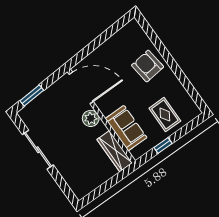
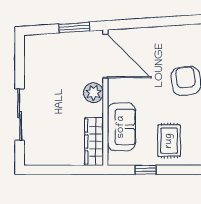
window: (32, 96) -> (74, 27), moved
sliding door: (38, 150) -> (20, 115), moved

